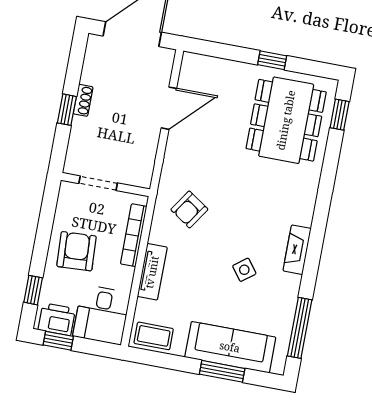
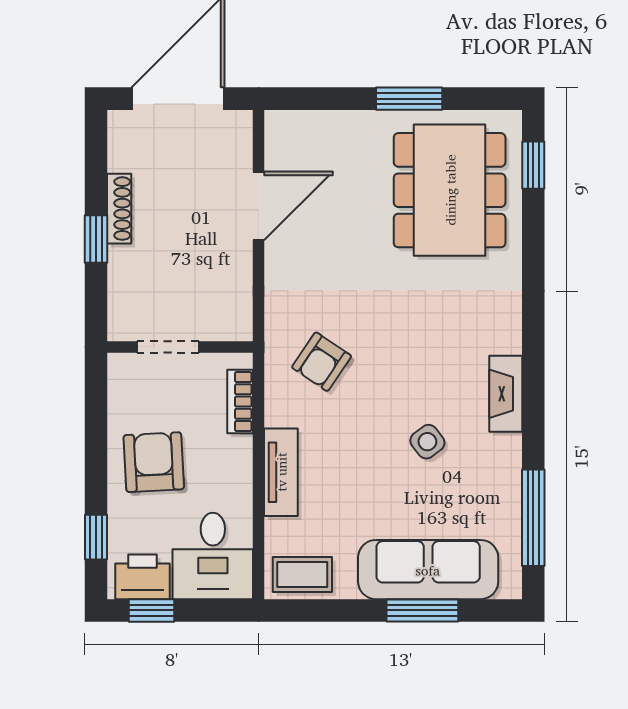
window: (272, 60) -> (409, 99), width x1.50
shoe rack: (83, 100) -> (119, 209), width x1.43
bookcase: (134, 235) -> (240, 402), width x0.64

